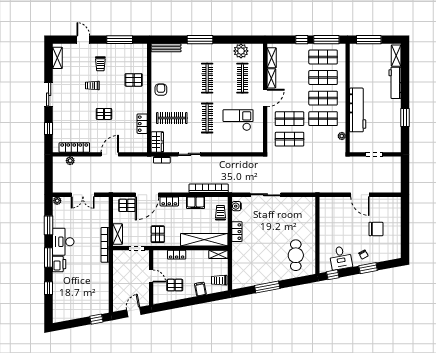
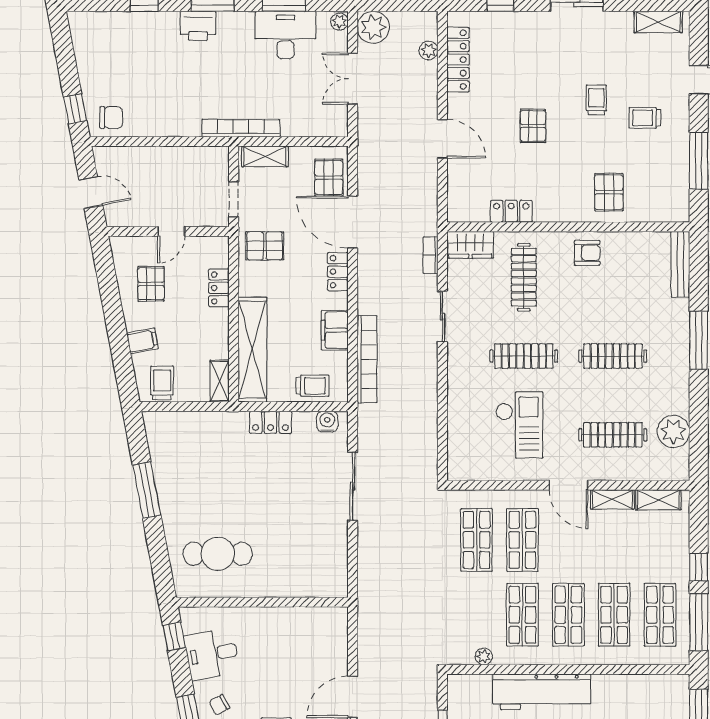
plant: (60, 186) -> (373, 27), added
desk: (63, 242) -> (286, 35), moved
chair: (100, 303) -> (111, 118), added

